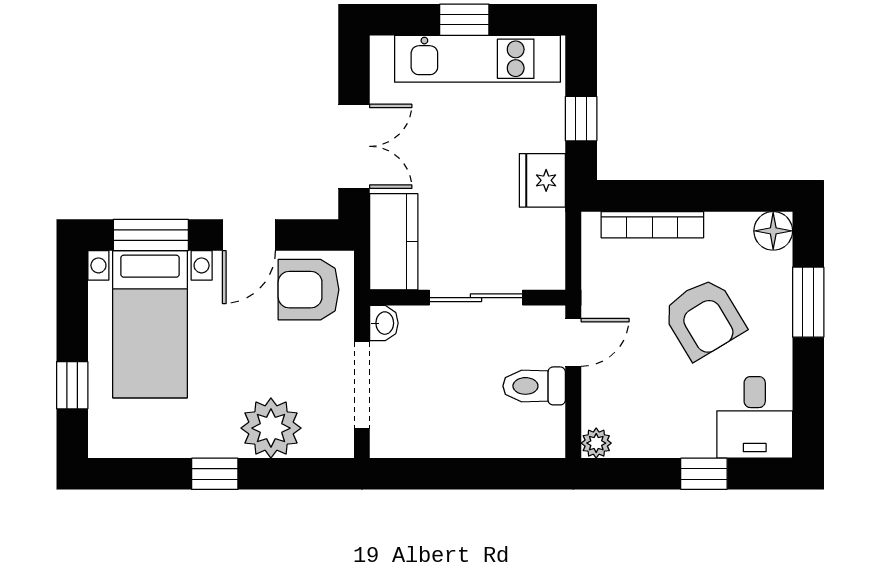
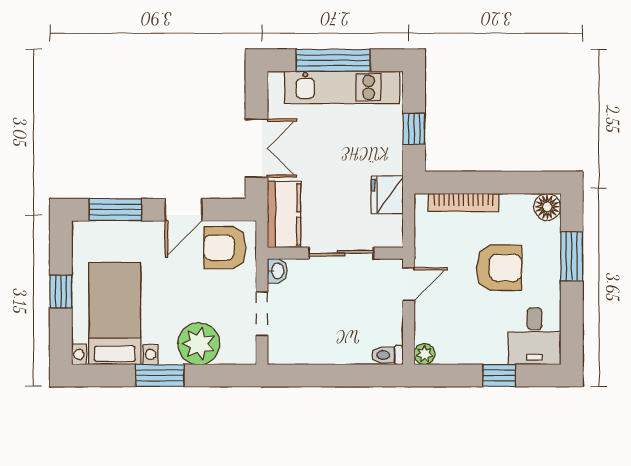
window: (464, 20) -> (333, 60), width x2.17
fridge: (542, 180) -> (387, 195), moved
armchair: (704, 319) -> (499, 268), turned -59
bed with nightstands: (150, 324) -> (115, 314), moved, turned 180
window: (72, 385) -> (61, 292), moved
doorway: (362, 385) -> (262, 314), width x0.73
toilet: (534, 386) -> (388, 355), moved, width x0.73, depth x0.72
window: (215, 474) -> (160, 375), width x1.50

